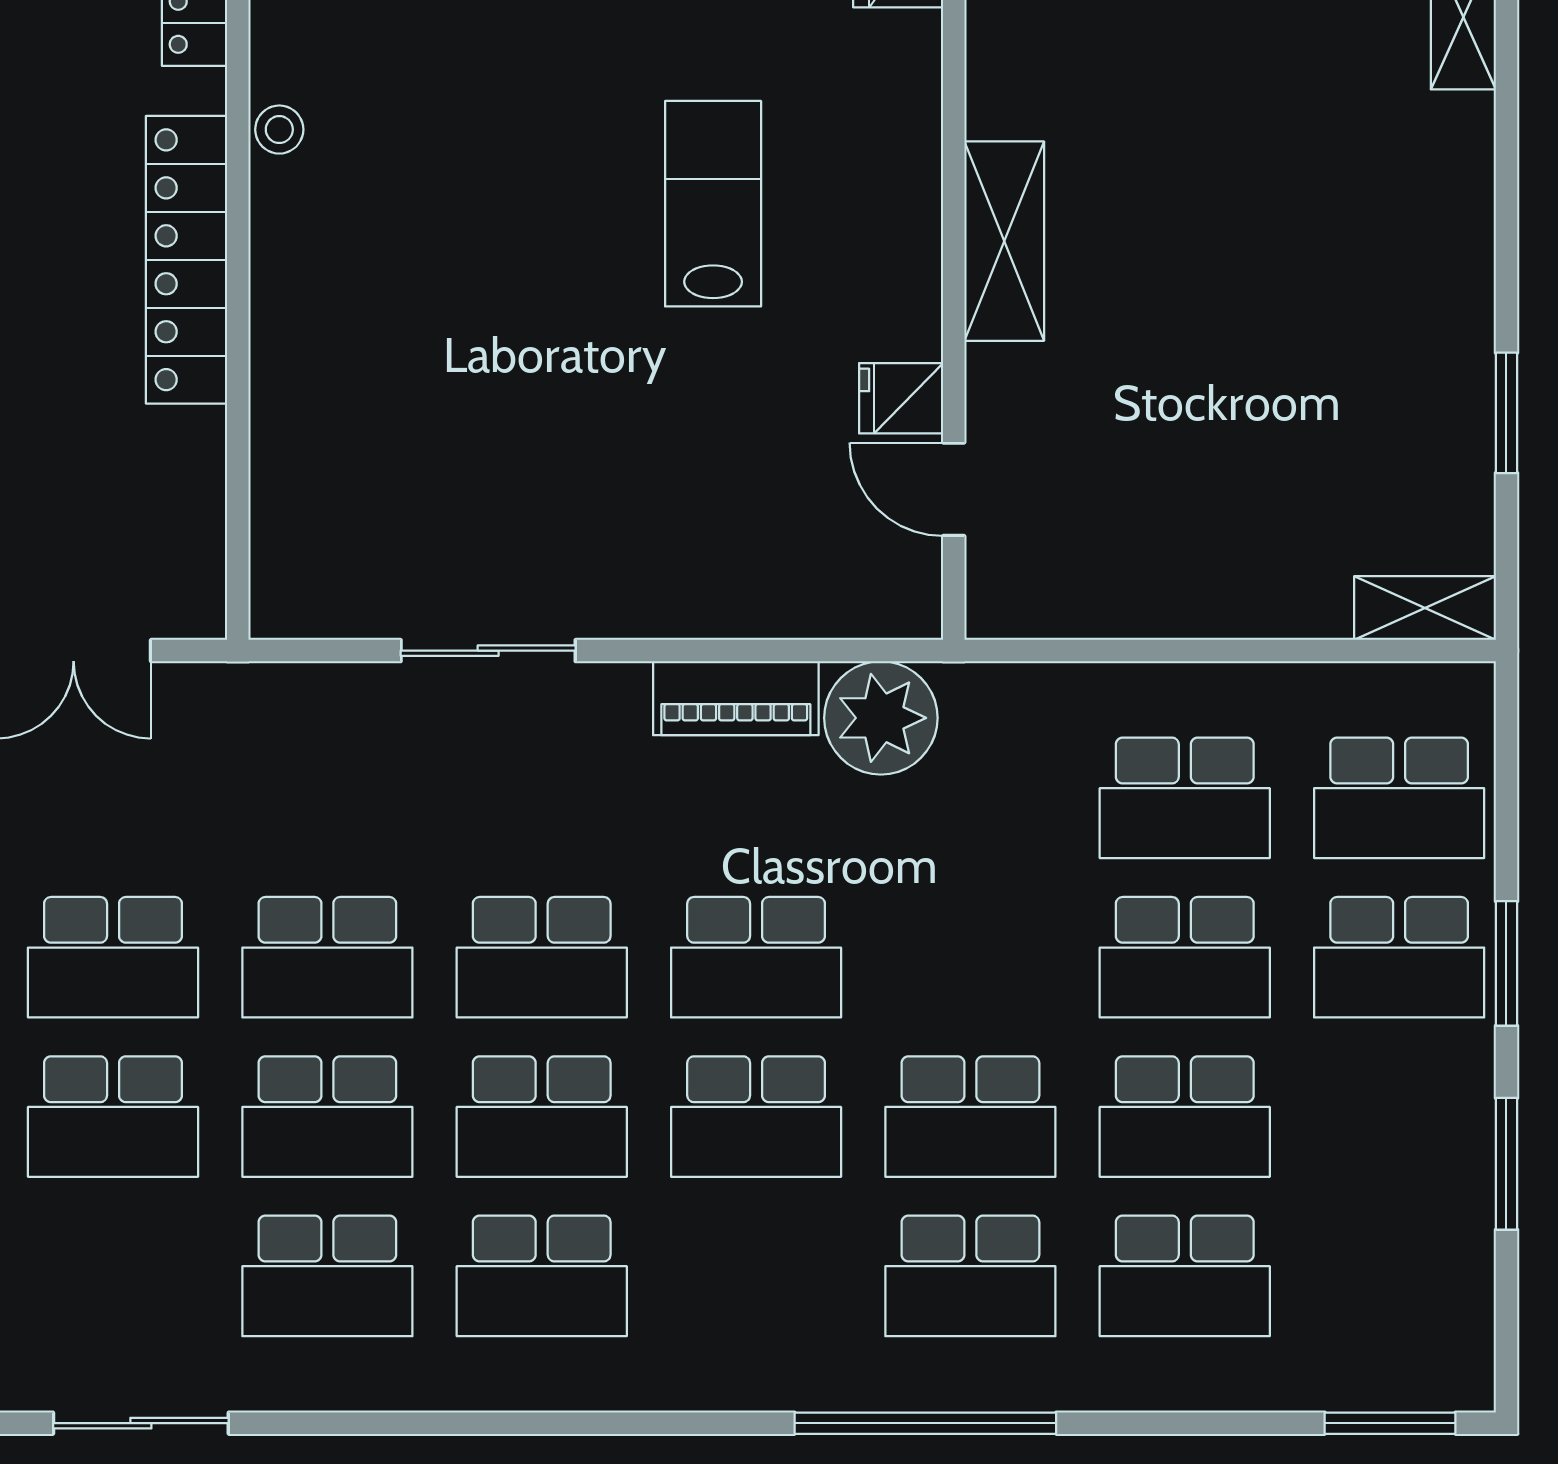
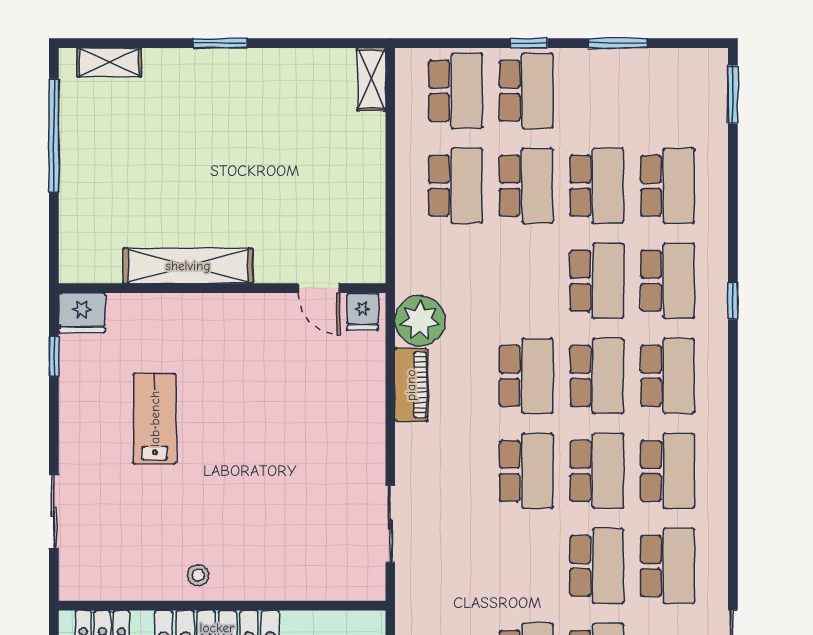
stool: (279, 130) -> (198, 575), moved
lab bench: (713, 204) -> (155, 419), moved, turned 90
shelving: (1004, 241) -> (188, 266), width x1.47
fridge: (901, 398) -> (363, 312), moved
window: (1506, 413) -> (220, 43), moved
door: (954, 489) -> (319, 288), hinge flipped
sliding door: (488, 651) -> (390, 524), moved
school desk: (327, 957) -> (667, 376), moved
window: (1506, 963) -> (529, 43), width x0.67
window: (925, 1423) -> (733, 301), width x0.32

